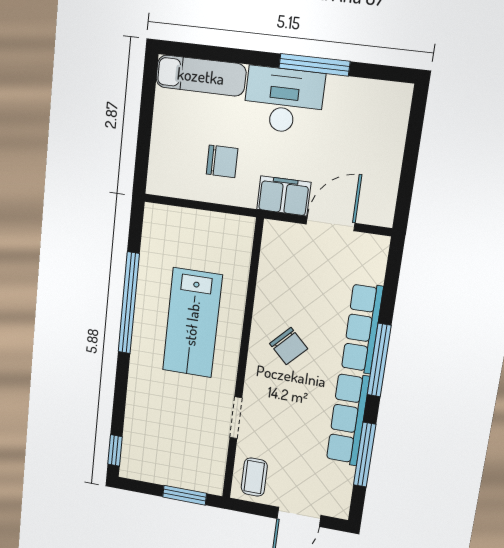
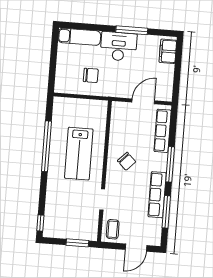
filing cabinet: (284, 196) -> (168, 51), moved, turned -90
row of seats: (362, 328) -> (163, 131), moved

